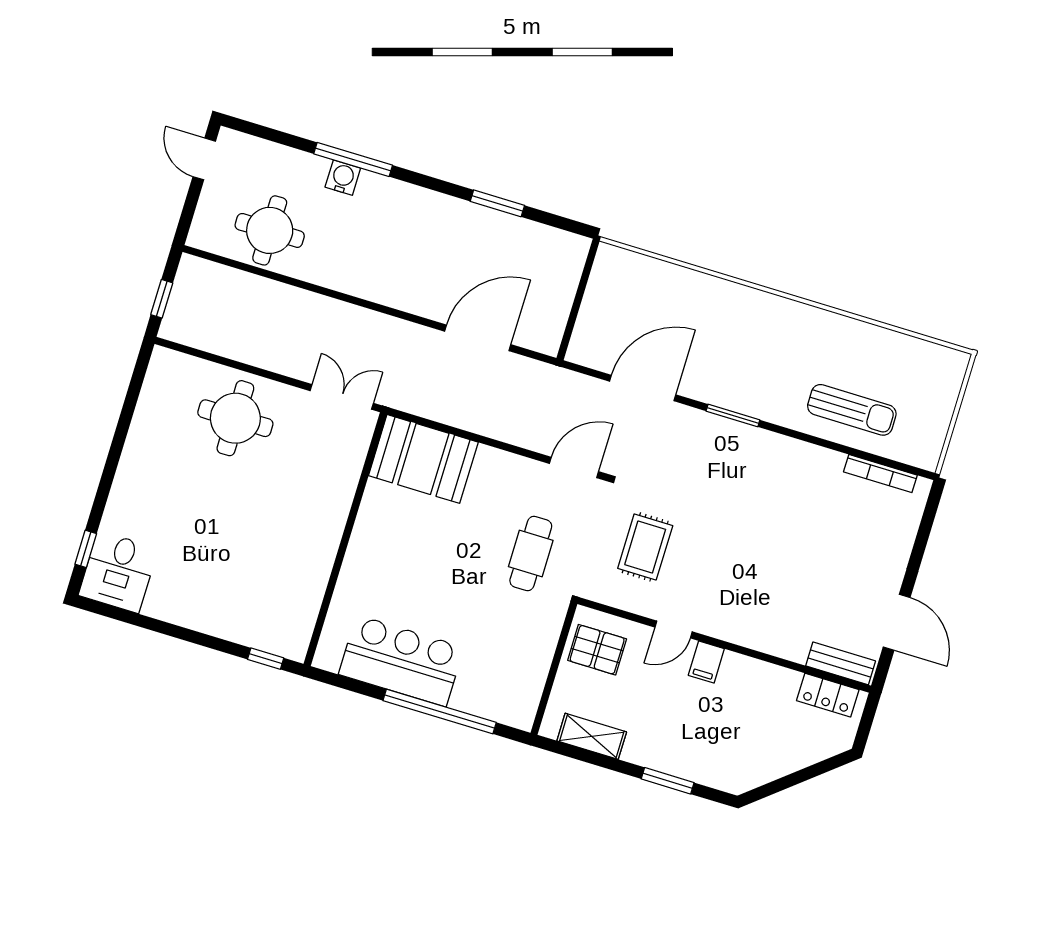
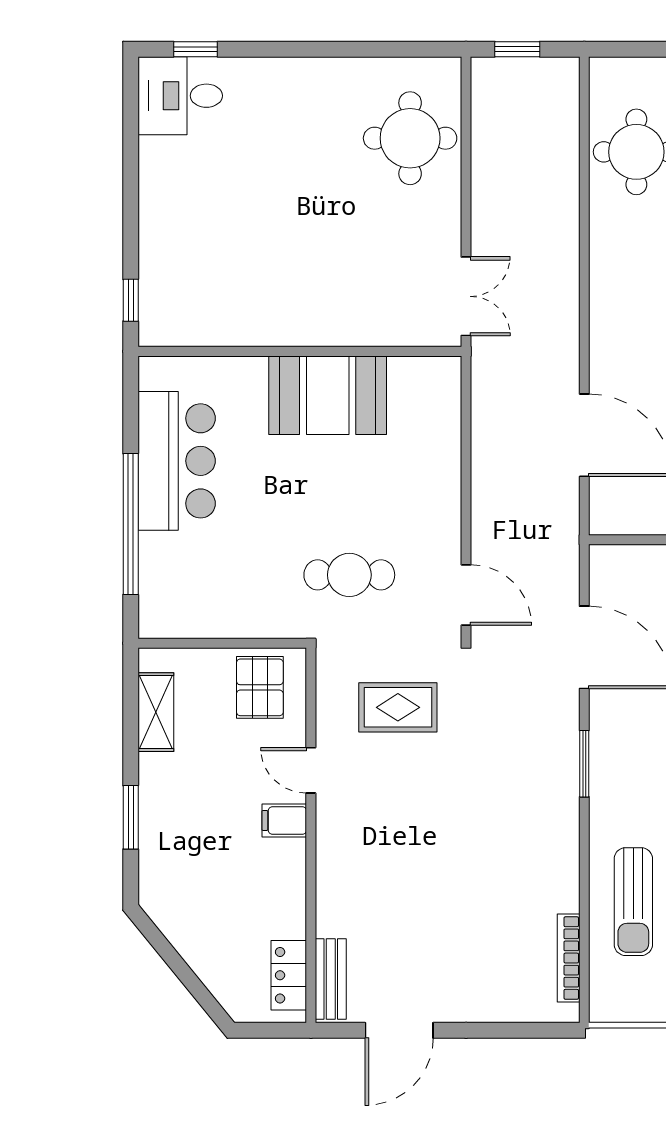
round table: (235, 418) -> (410, 138), moved
booth: (423, 459) -> (328, 395), moved, turned 90

